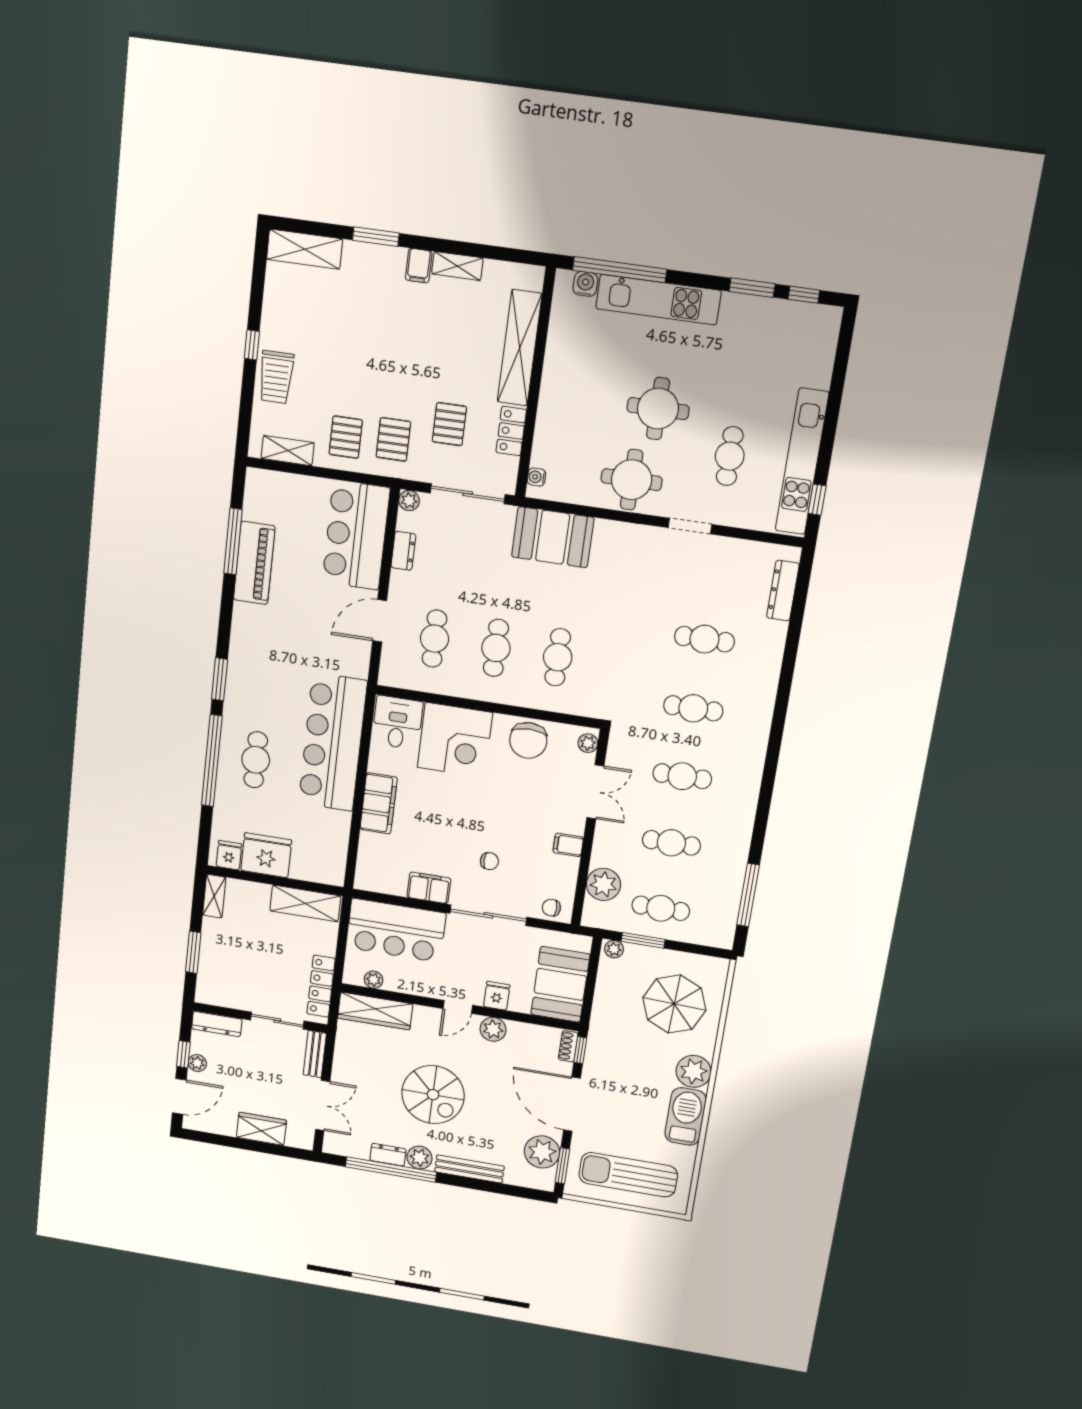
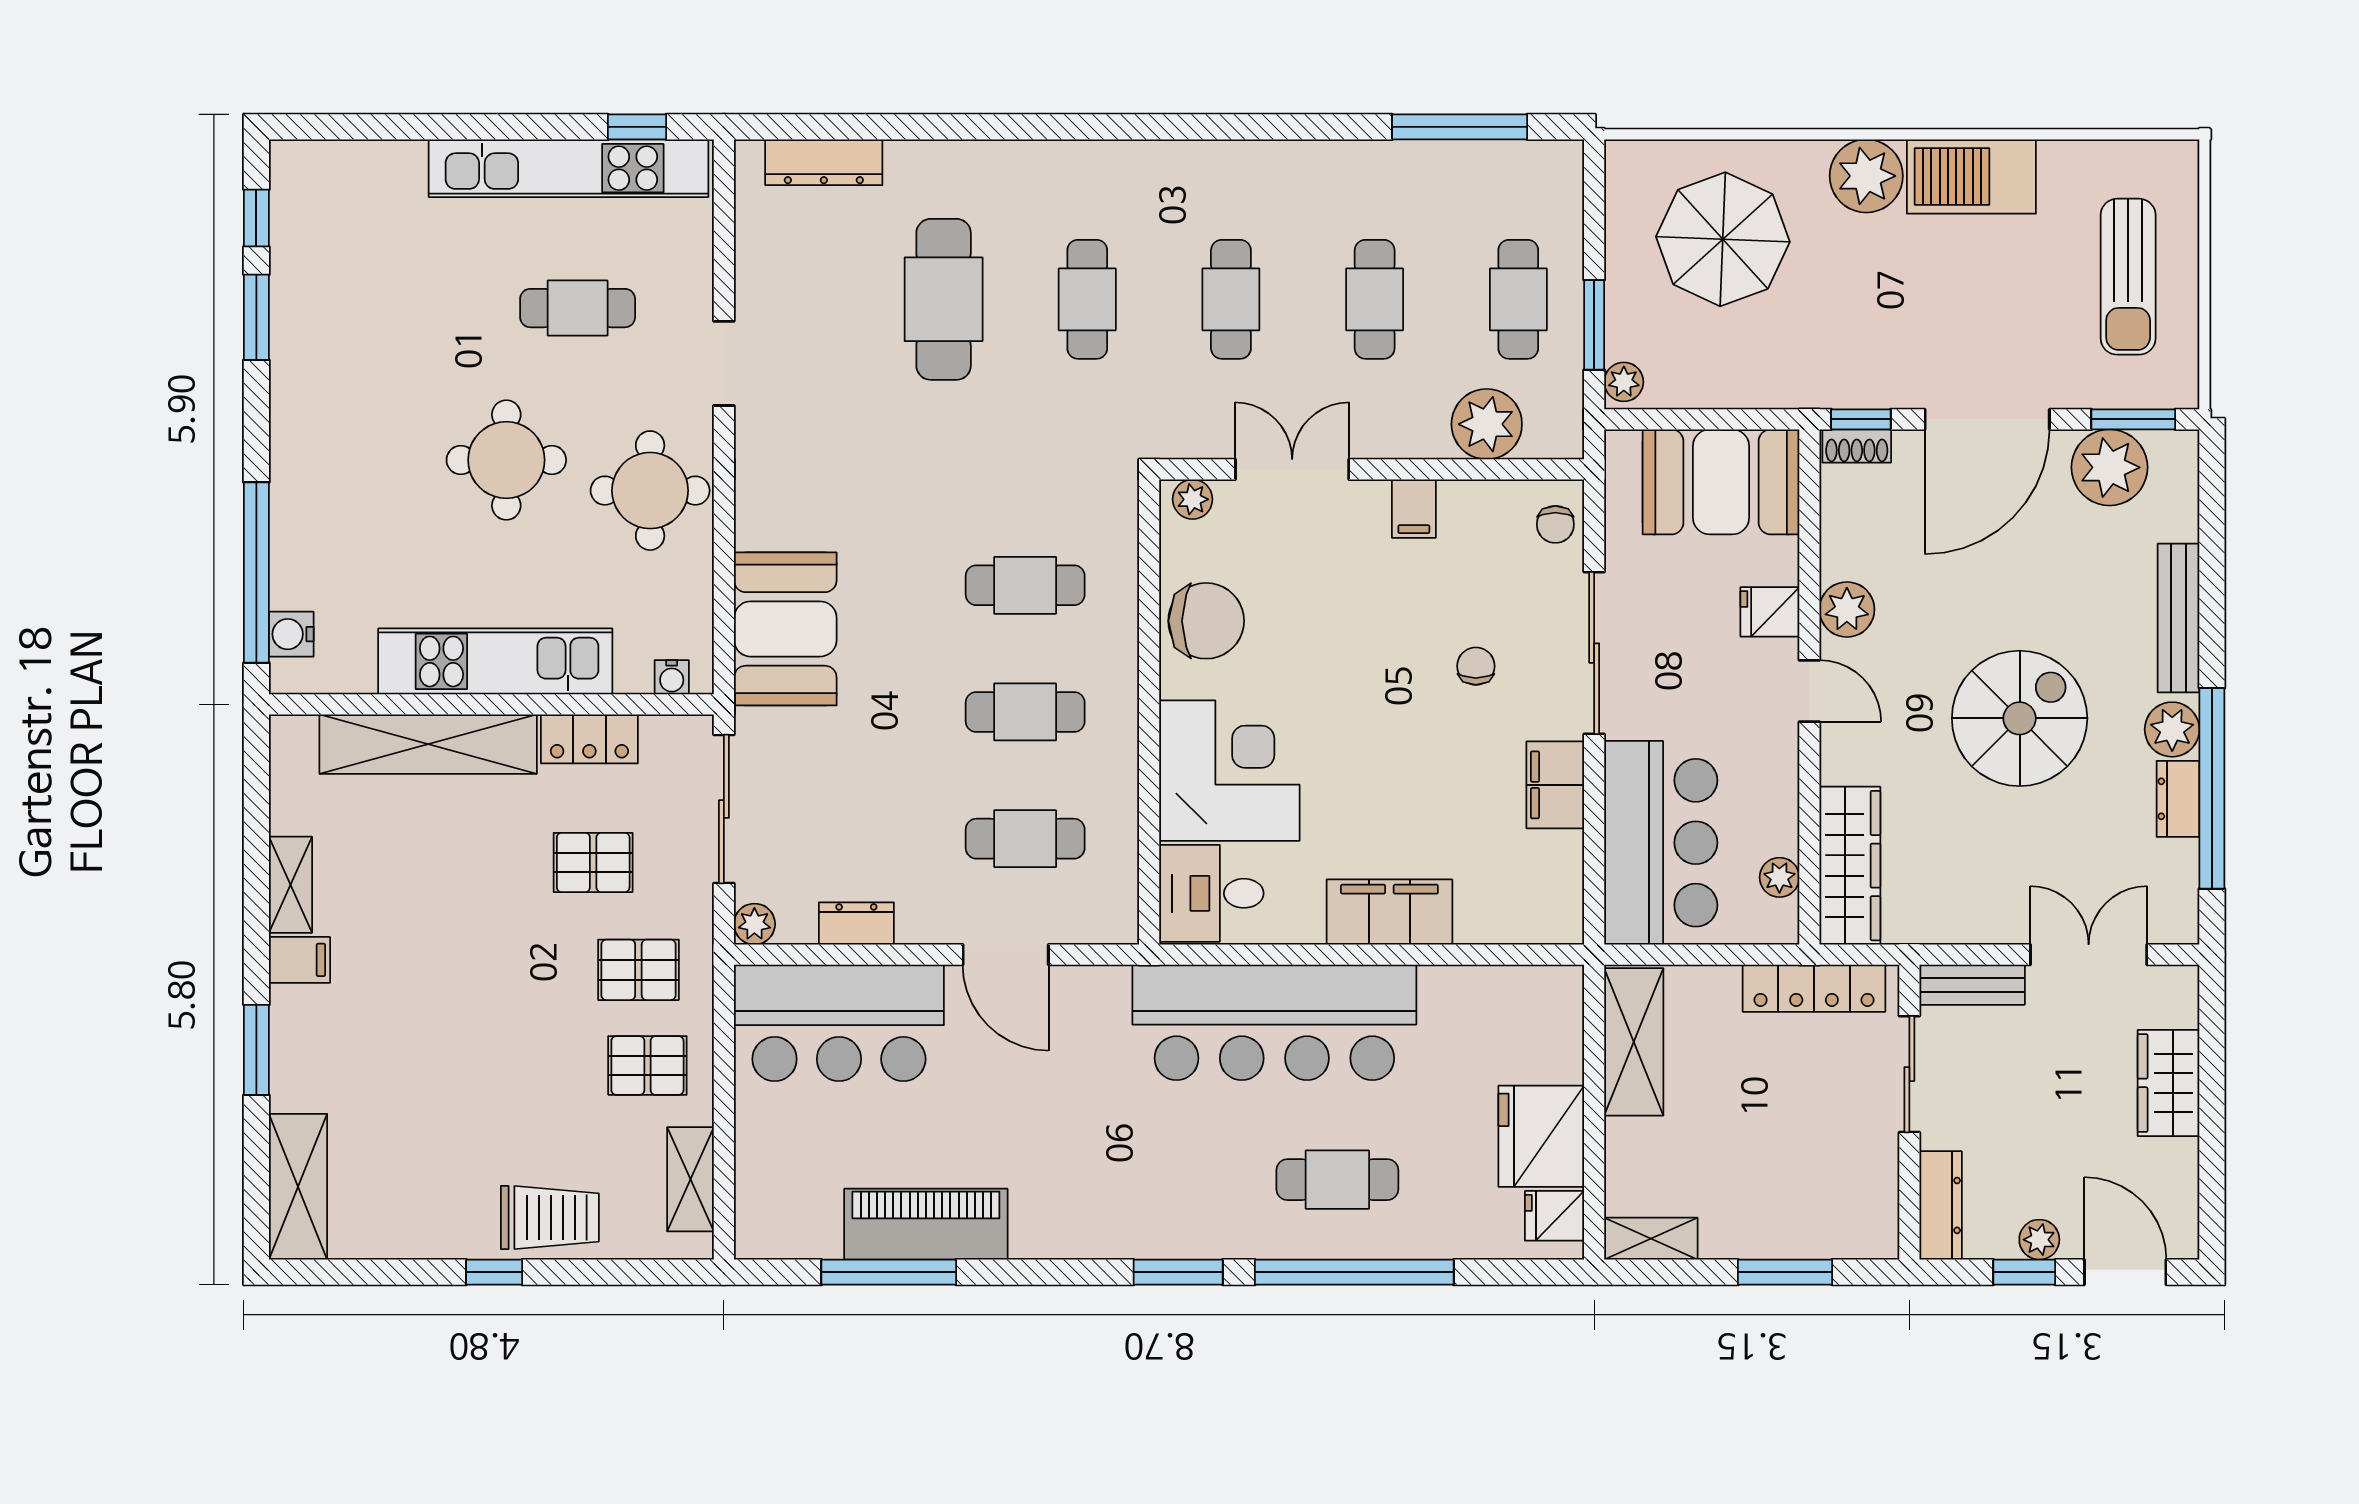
kitchen unit: (658, 300) -> (495, 661), moved, turned -90
cafe table: (704, 639) -> (944, 299), width x1.37, depth x1.35
sun lounger: (628, 1175) -> (2128, 277), width x0.73, depth x0.75

